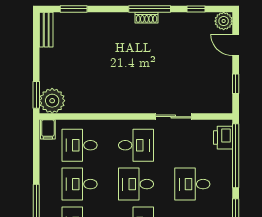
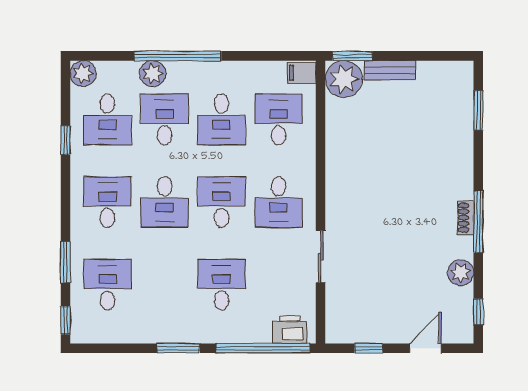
window: (196, 9) -> (478, 312), moved
plant: (224, 21) -> (461, 273), moved
bench: (46, 30) -> (390, 70), moved
desk: (80, 184) -> (222, 119), turned 180

